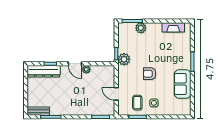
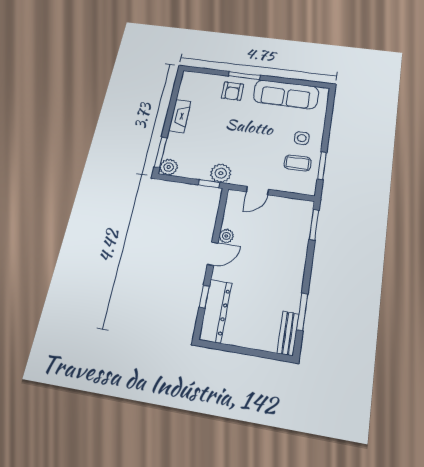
fireplace: (173, 27) -> (180, 116), moved
plant: (141, 28) -> (169, 167), moved
armchair: (150, 74) -> (232, 91), moved
sofa: (183, 84) -> (286, 94), width x1.36
door: (116, 94) -> (257, 191), moved

